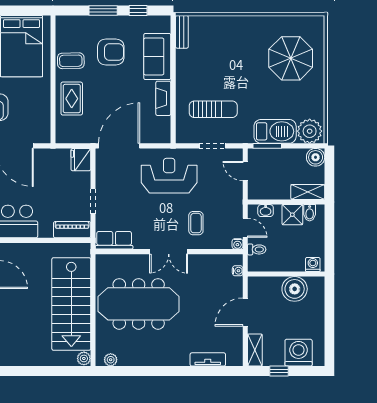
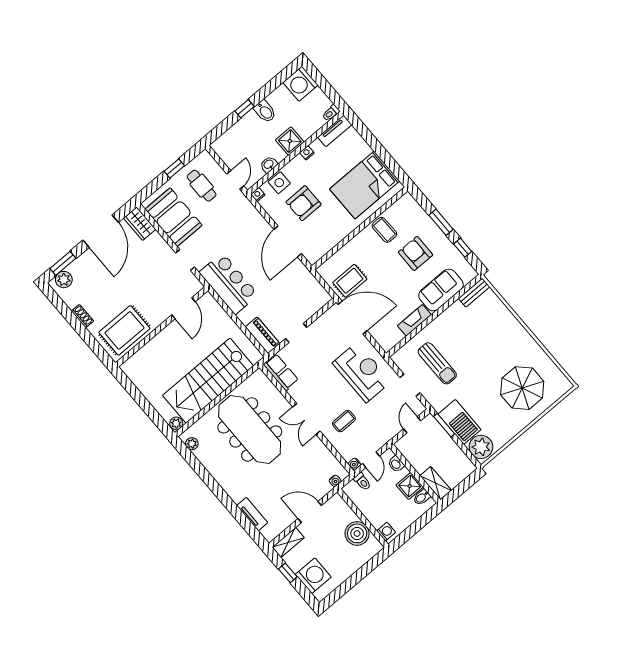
armchair: (111, 52) -> (416, 253), turned 180
rug: (72, 99) -> (350, 281), moved
boiler: (316, 157) -> (466, 467), removed
fridge: (81, 160) -> (319, 298), removed

